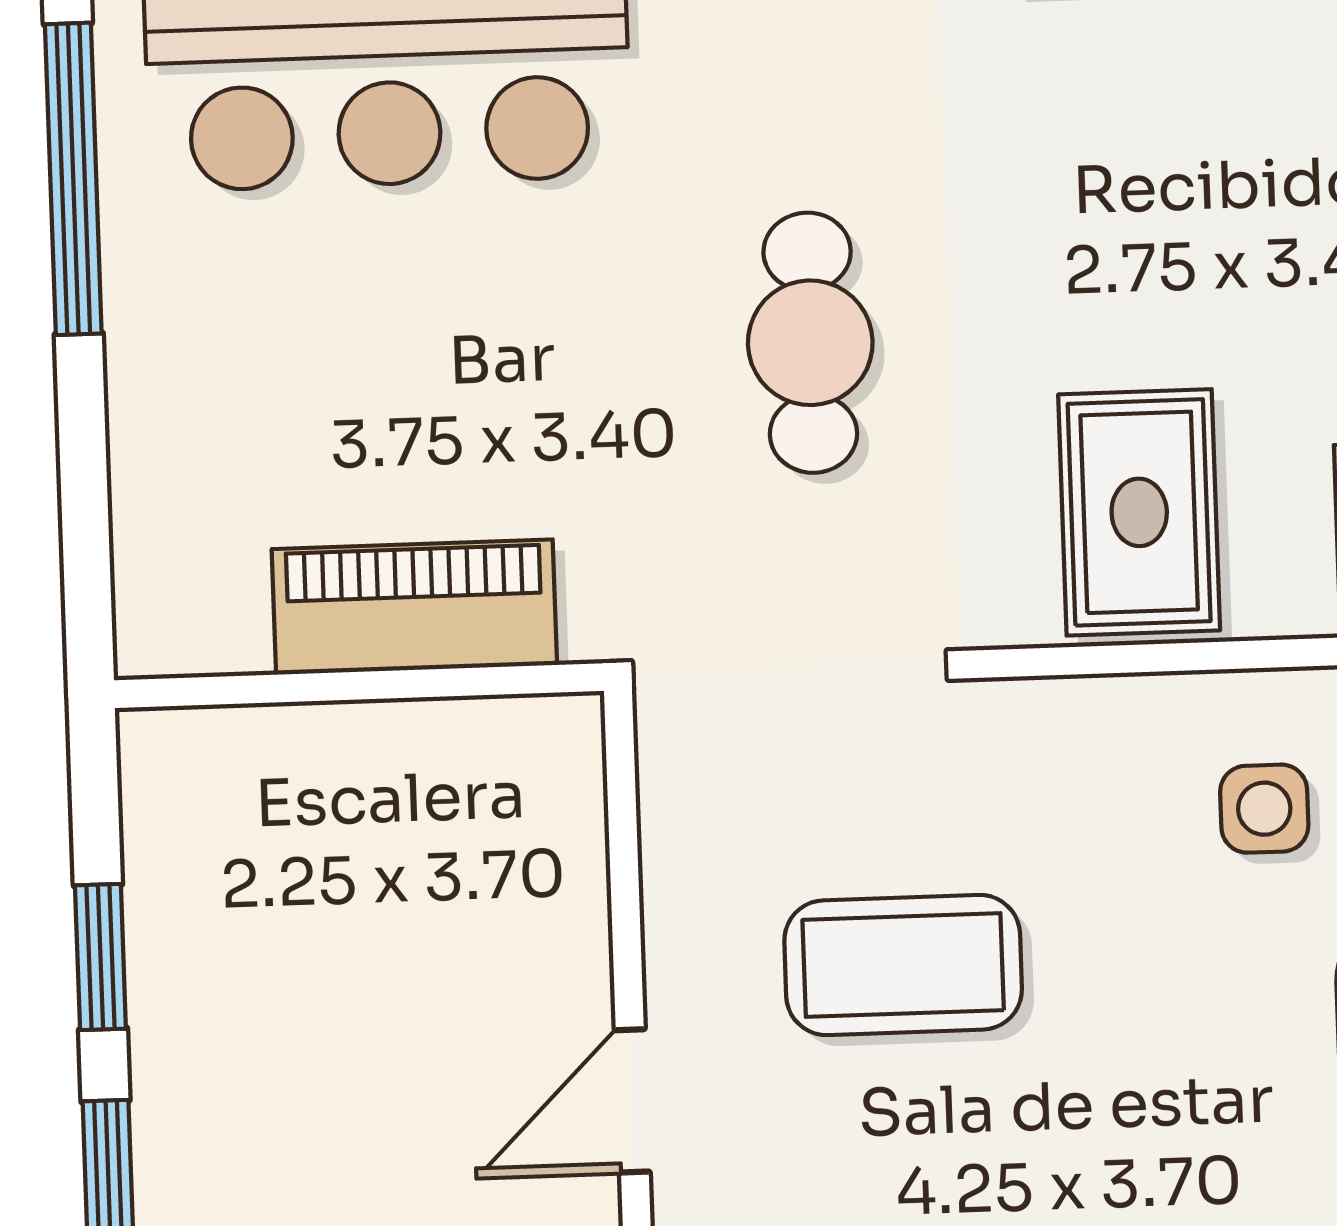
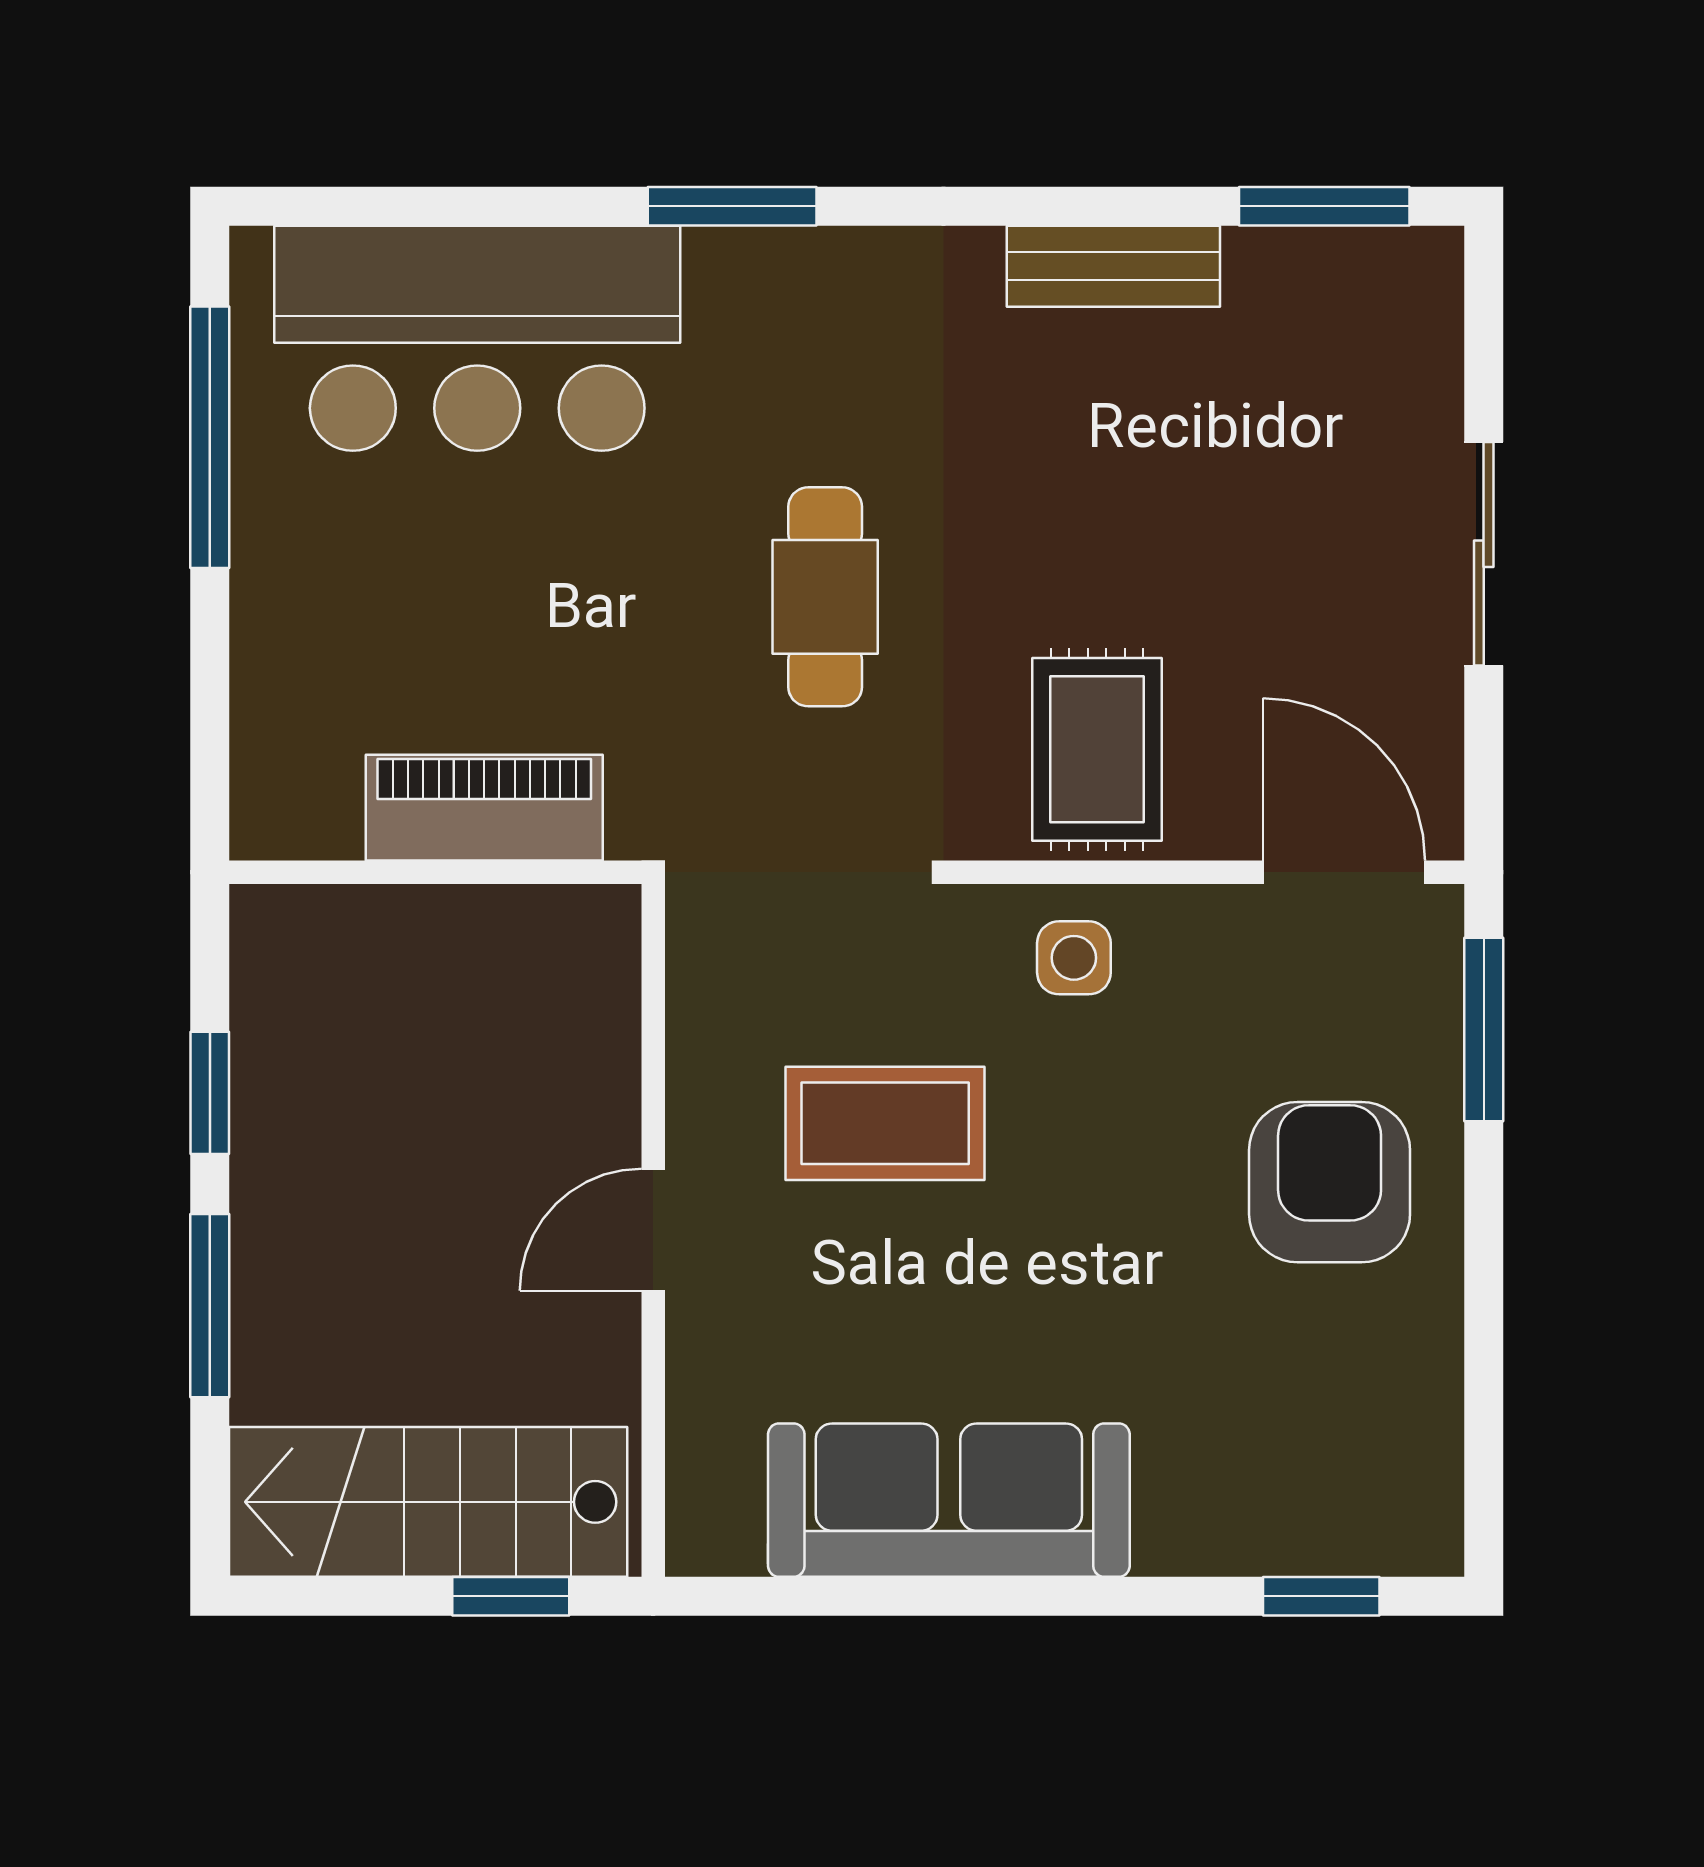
side table: (1264, 809) -> (1074, 958), moved

